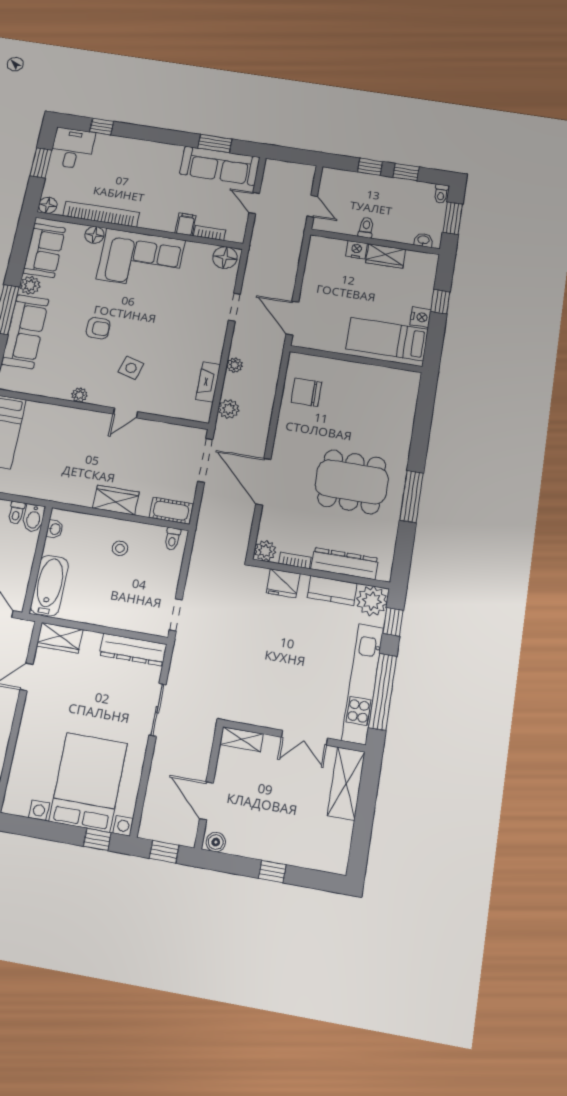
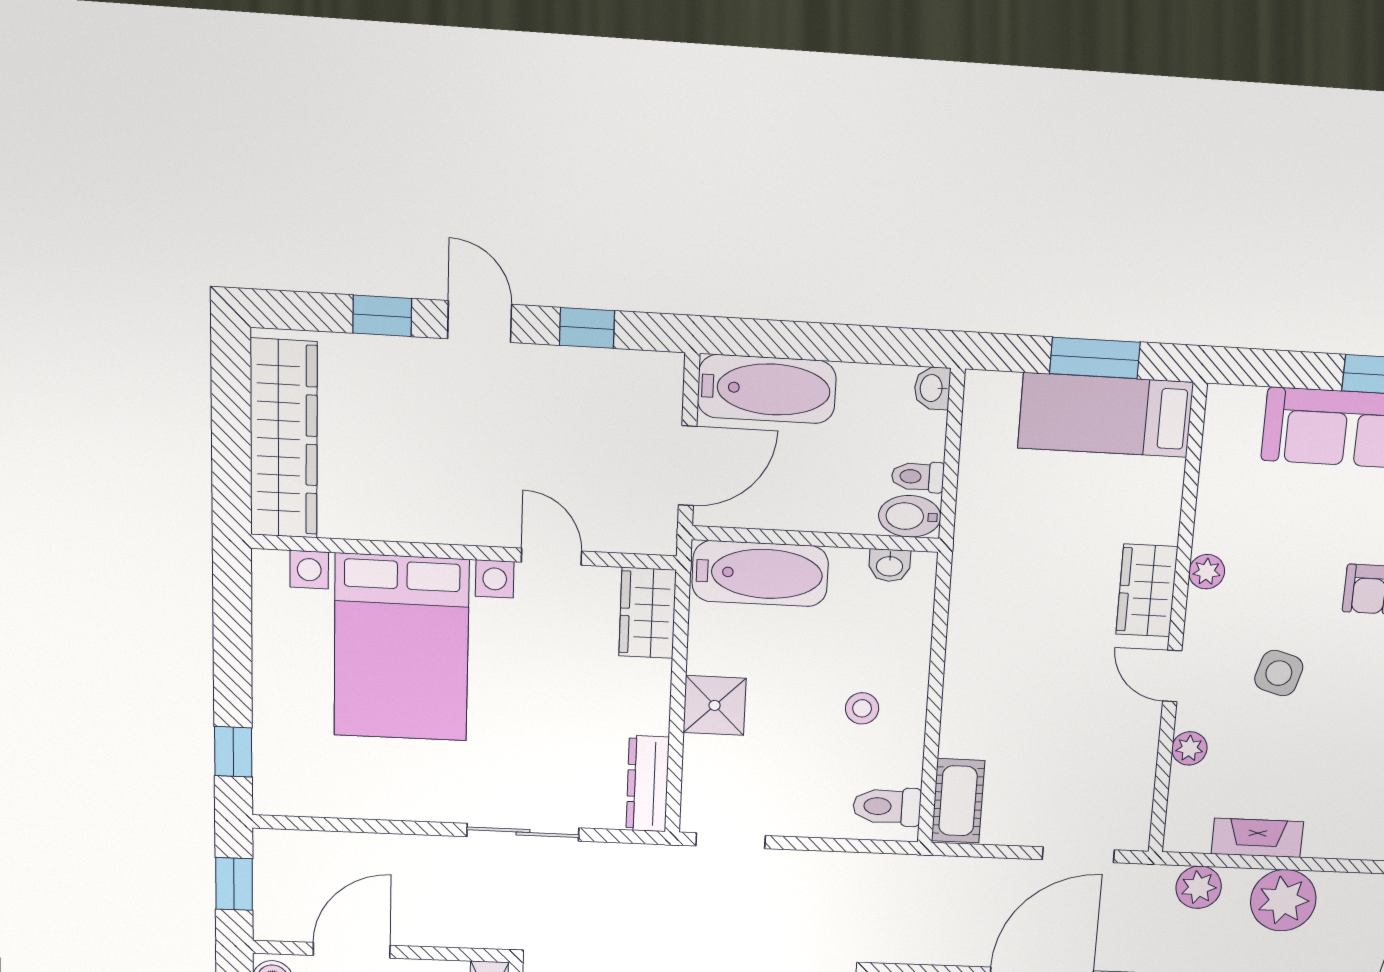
plant: (235, 365) -> (1283, 900), width x1.88, depth x1.88
plant: (161, 408) -> (1189, 748), added
doorway: (205, 460) -> (1078, 855), width x0.73
wardrobe: (116, 500) -> (1147, 590), moved, turned 180
toilet: (172, 539) -> (887, 806), width x1.37, depth x1.39
shower: (108, 614) -> (715, 705), added
dresser: (133, 650) -> (648, 784), width x0.73, depth x0.80
bed with nightstands: (88, 782) -> (401, 648), moved, turned 90

